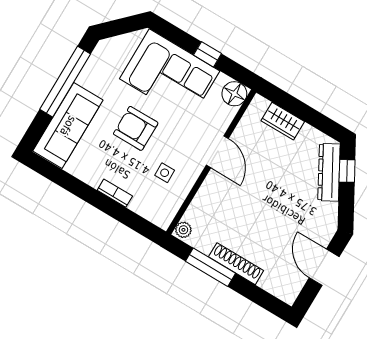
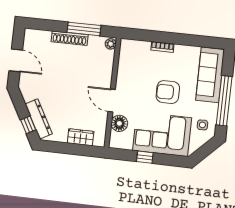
floor lamp: (234, 94) -> (119, 123), moved
armchair: (136, 128) -> (168, 92), turned 180
side table: (165, 173) -> (202, 125), moved

